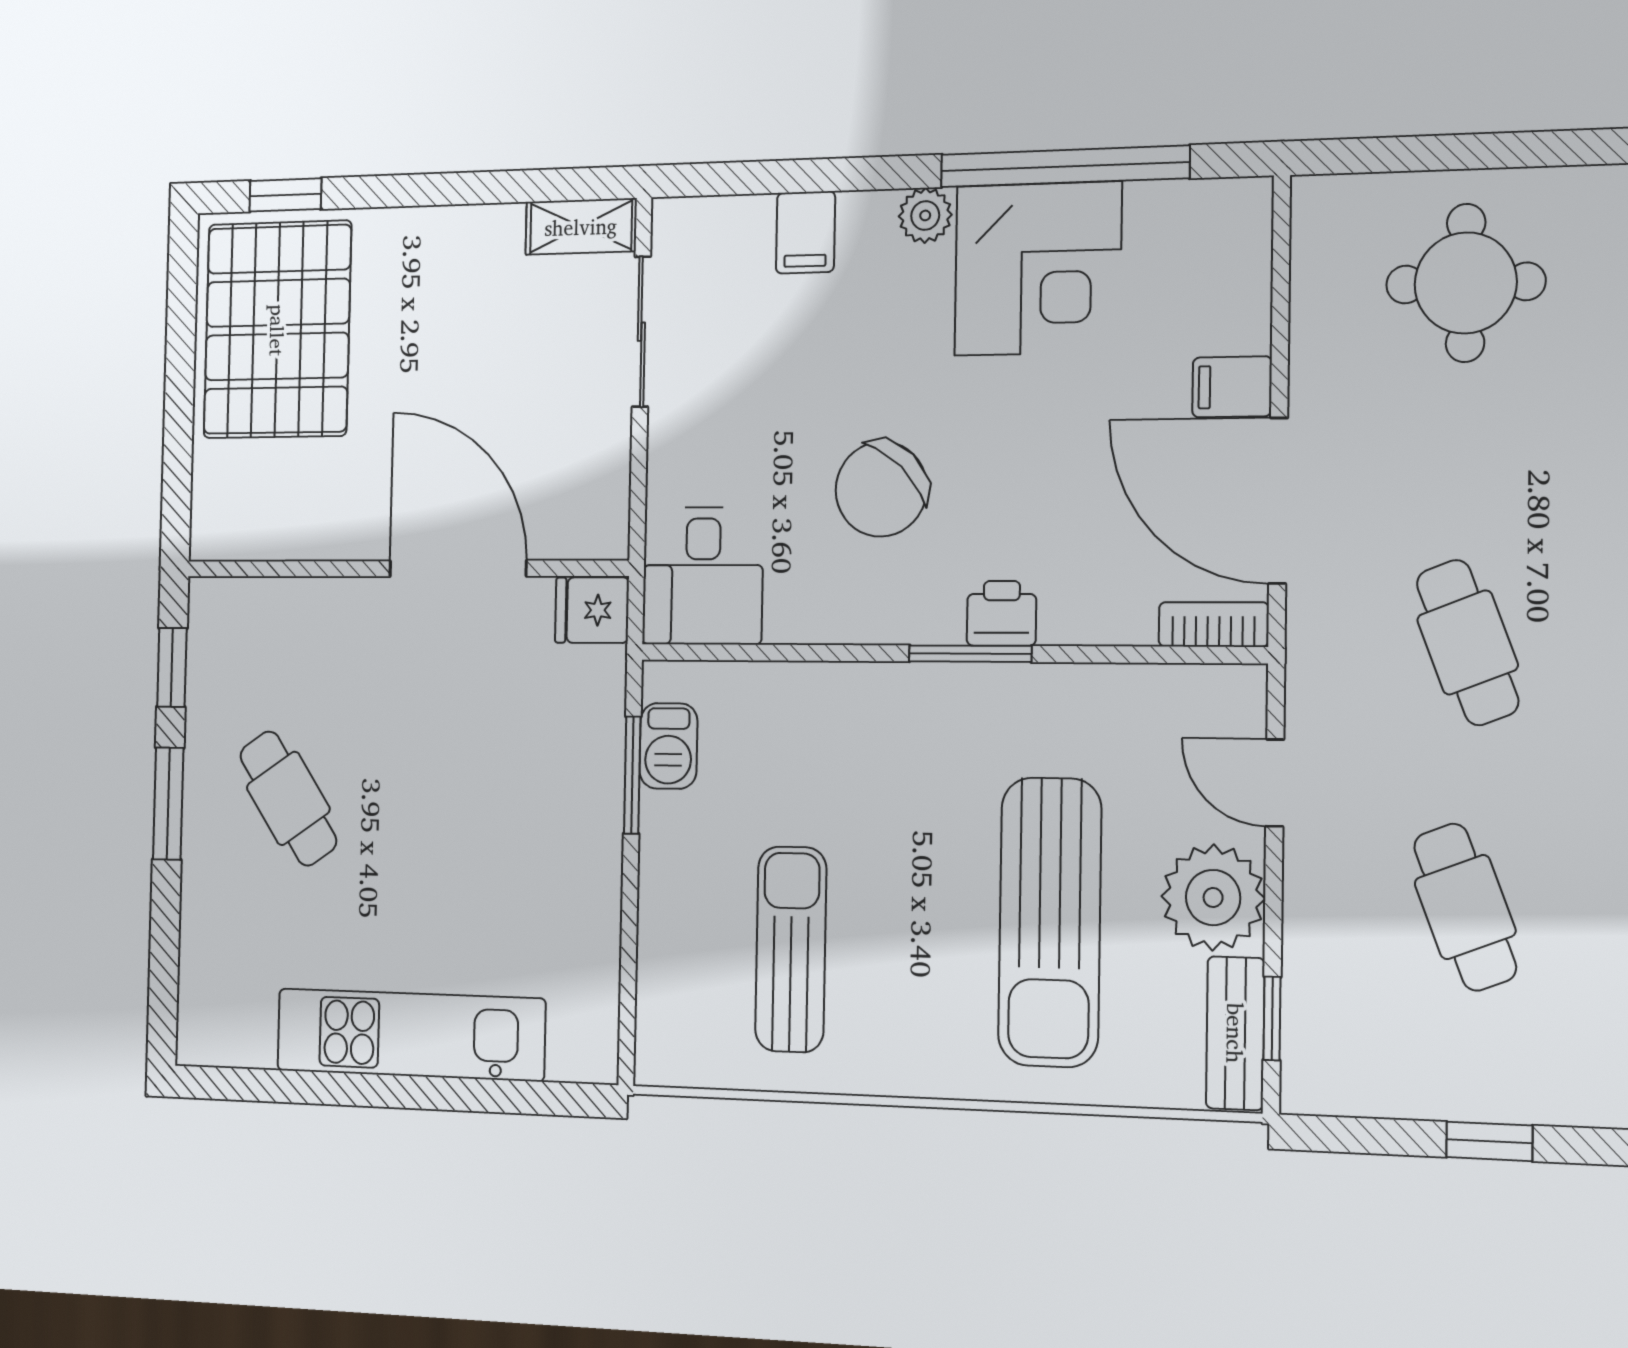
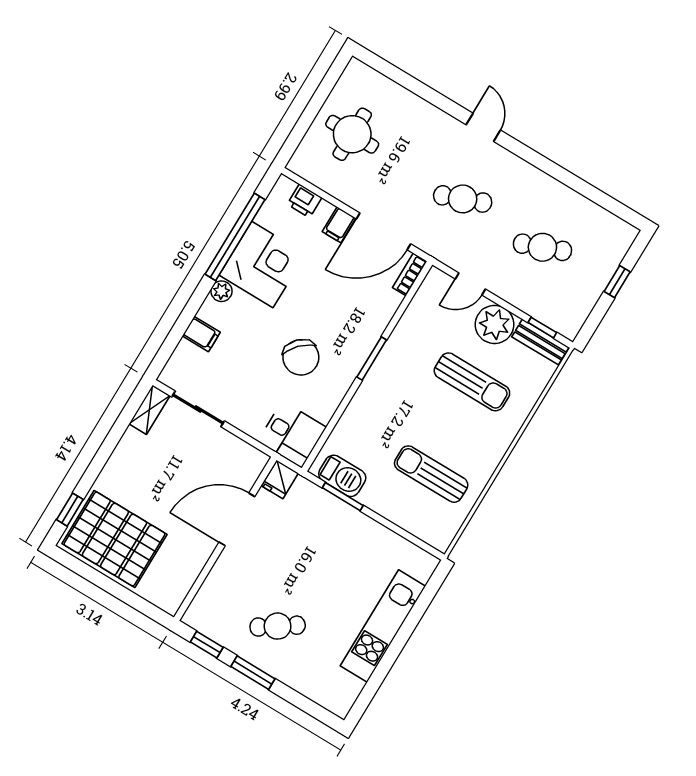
printer: (1002, 613) -> (304, 201), moved, turned -90
barbecue: (668, 746) -> (342, 476), width x1.38, depth x1.27
sun lounger: (1050, 922) -> (472, 382), width x0.73, depth x0.75

